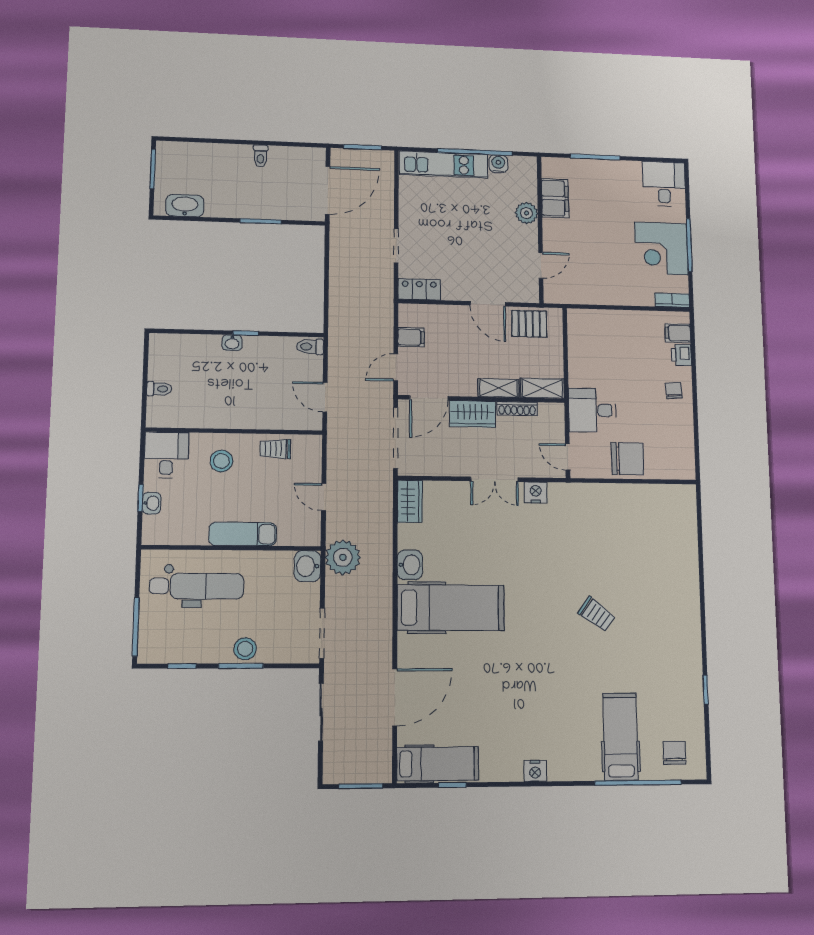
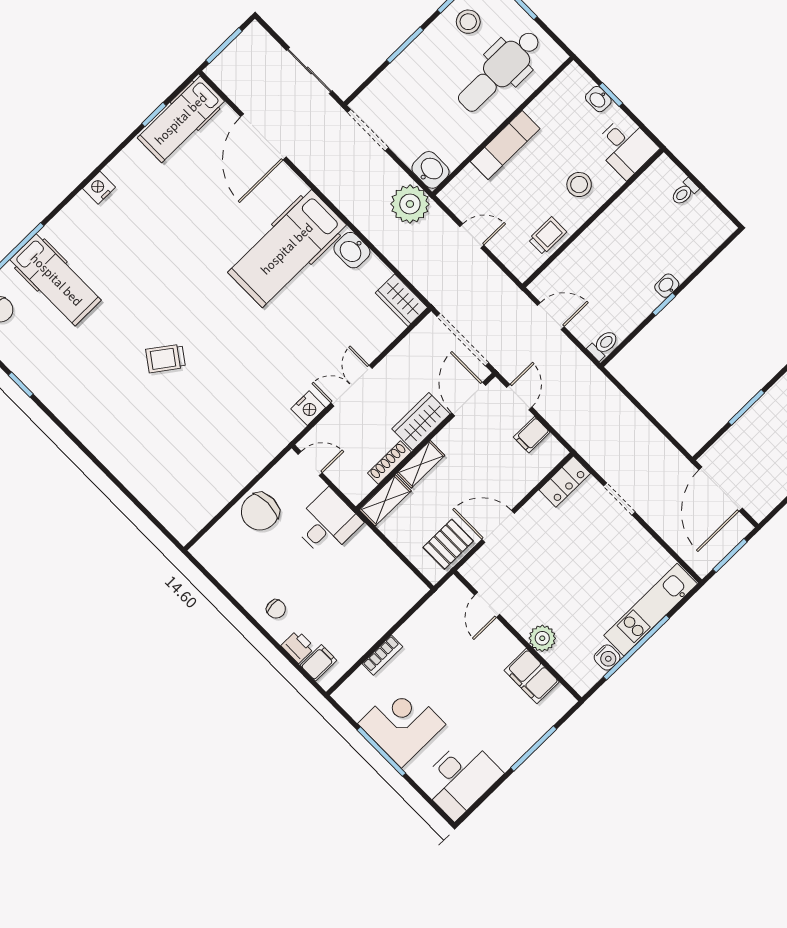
desk: (664, 184) -> (460, 778), width x1.37
bookcase: (672, 300) -> (382, 655), moved
stool: (245, 649) -> (468, 22), moved

